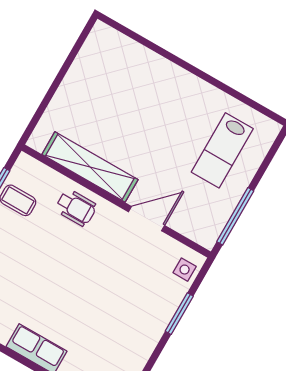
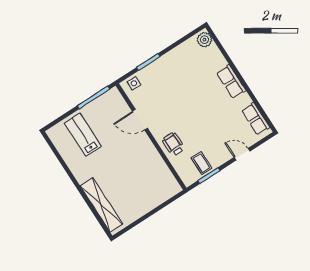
lab bench: (222, 150) -> (83, 135), turned -90
shelving: (90, 167) -> (101, 205), moved

